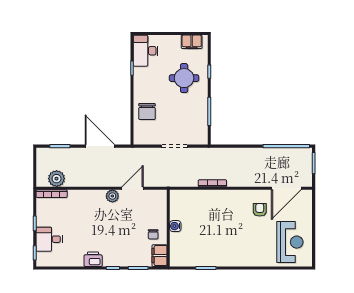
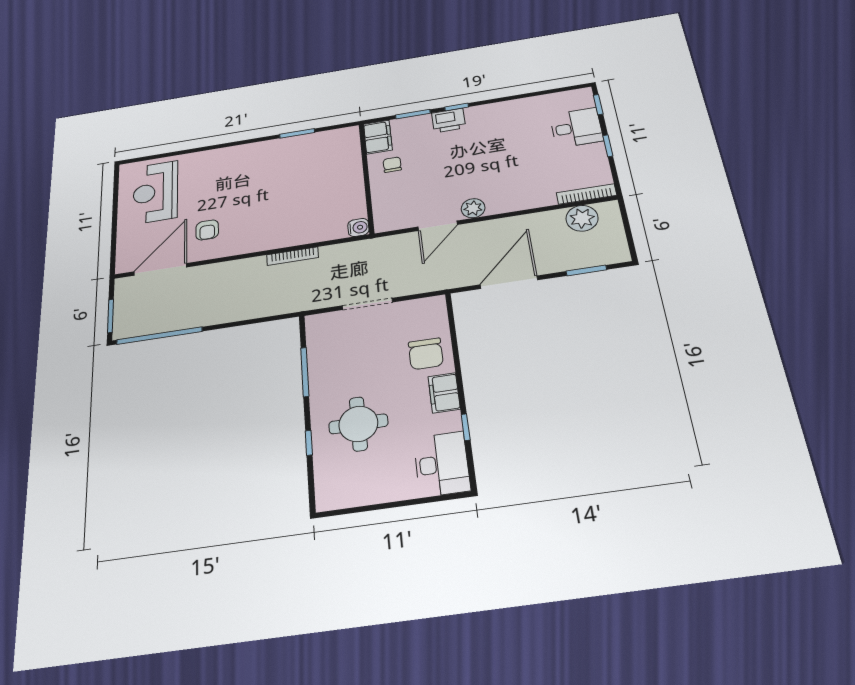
filing cabinet: (192, 42) -> (444, 393), moved, turned -90
chair: (147, 112) -> (426, 354), turned 180
door: (100, 146) -> (509, 282), swing flipped
water cooler: (175, 226) -> (358, 227), moved
printer: (93, 259) -> (449, 120), moved

